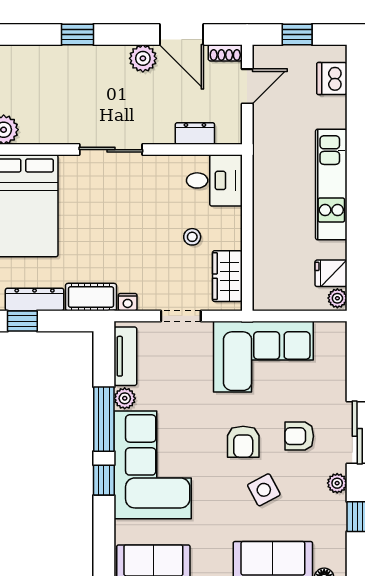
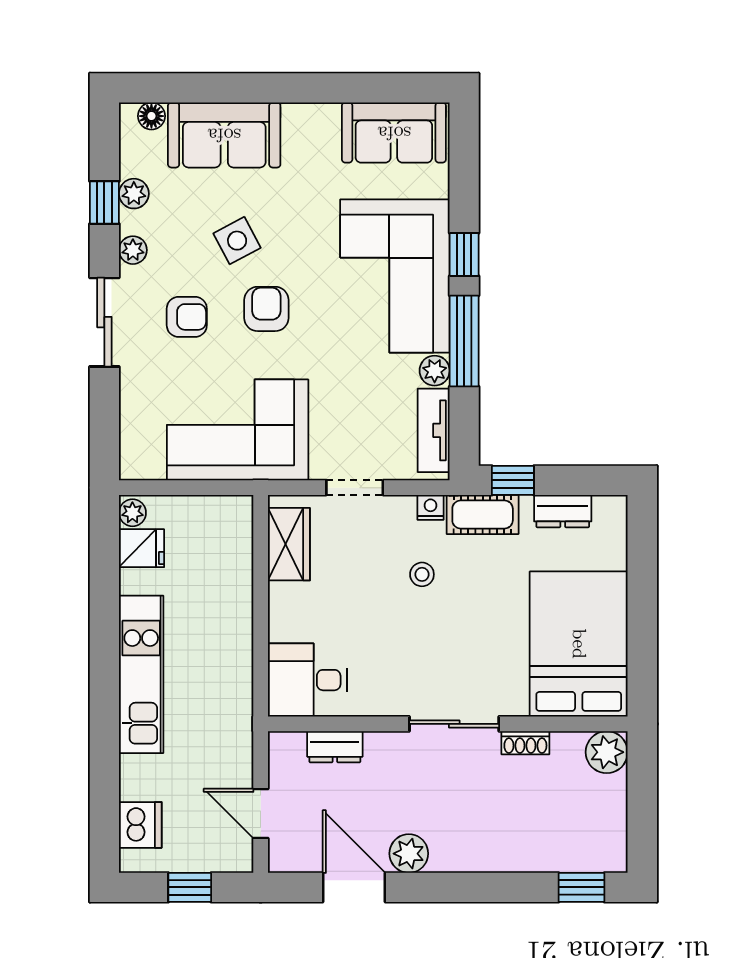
window: (77, 34) -> (582, 887), moved
shoe rack: (225, 53) -> (525, 743), moved, turned 180
door: (247, 86) -> (261, 814), hinge flipped
stool: (192, 237) -> (422, 574), moved
dresser: (35, 299) -> (563, 511), width x0.70
window: (22, 321) -> (513, 480), moved
plant: (336, 523) -> (134, 194), added

